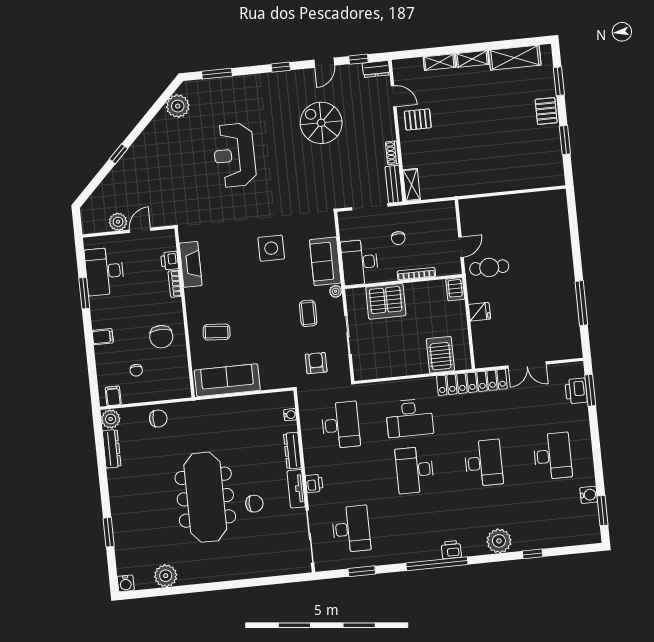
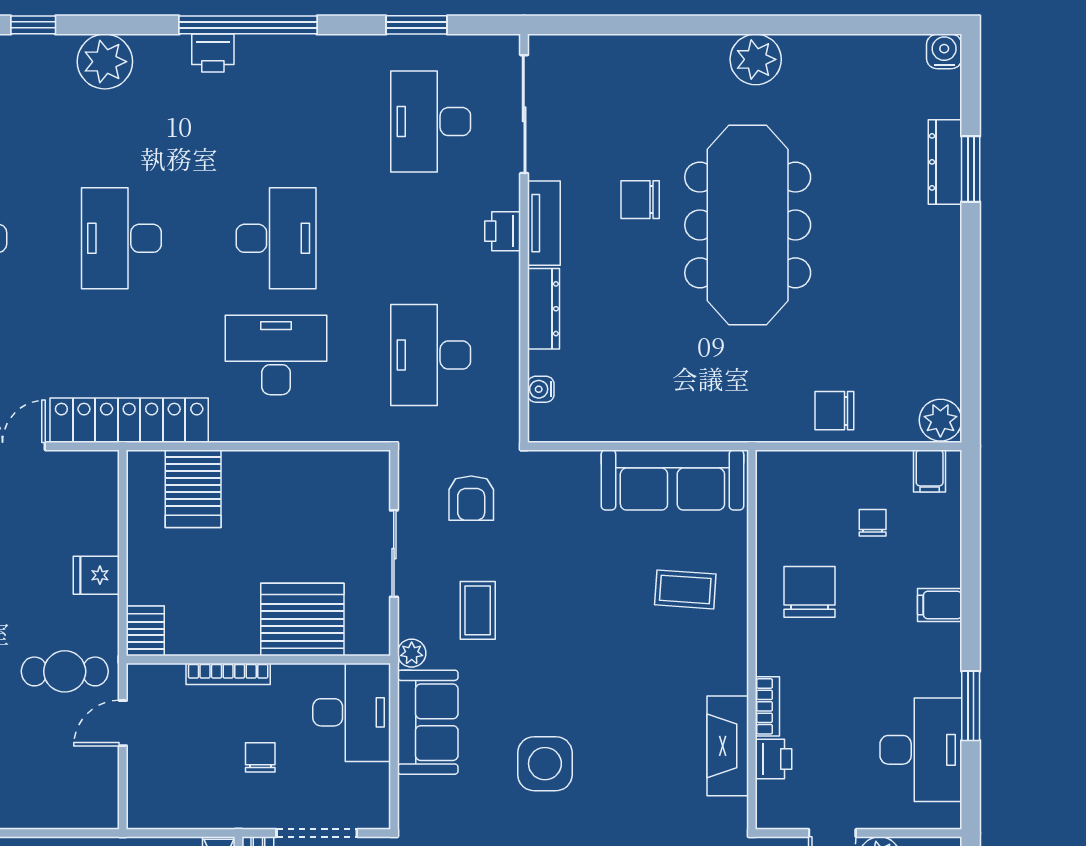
dresser: (112, 449) -> (945, 162), moved
plant: (166, 576) -> (756, 59), moved

